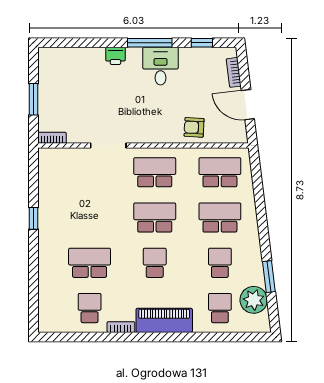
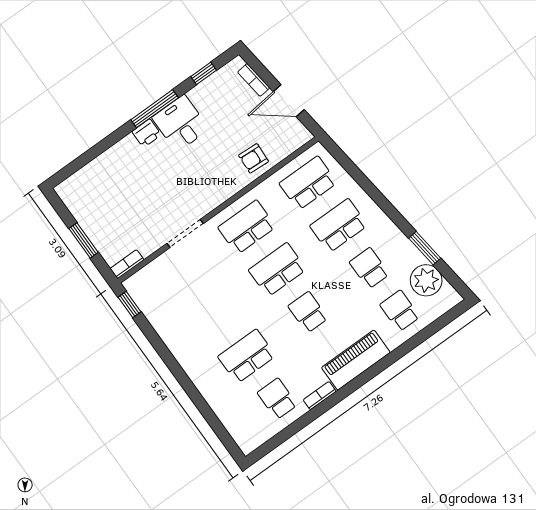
printer: (115, 56) -> (147, 133), moved
window: (34, 218) -> (130, 304), moved

